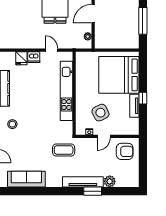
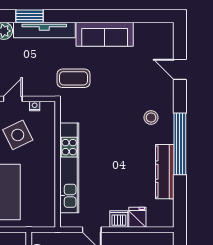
sofa: (26, 179) -> (105, 34), moved

